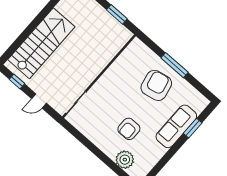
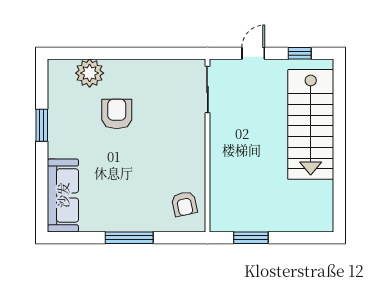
armchair: (156, 85) -> (184, 204), moved, width x0.53, depth x0.53
sofa: (176, 126) -> (63, 195), moved
window: (193, 128) -> (42, 125), moved

